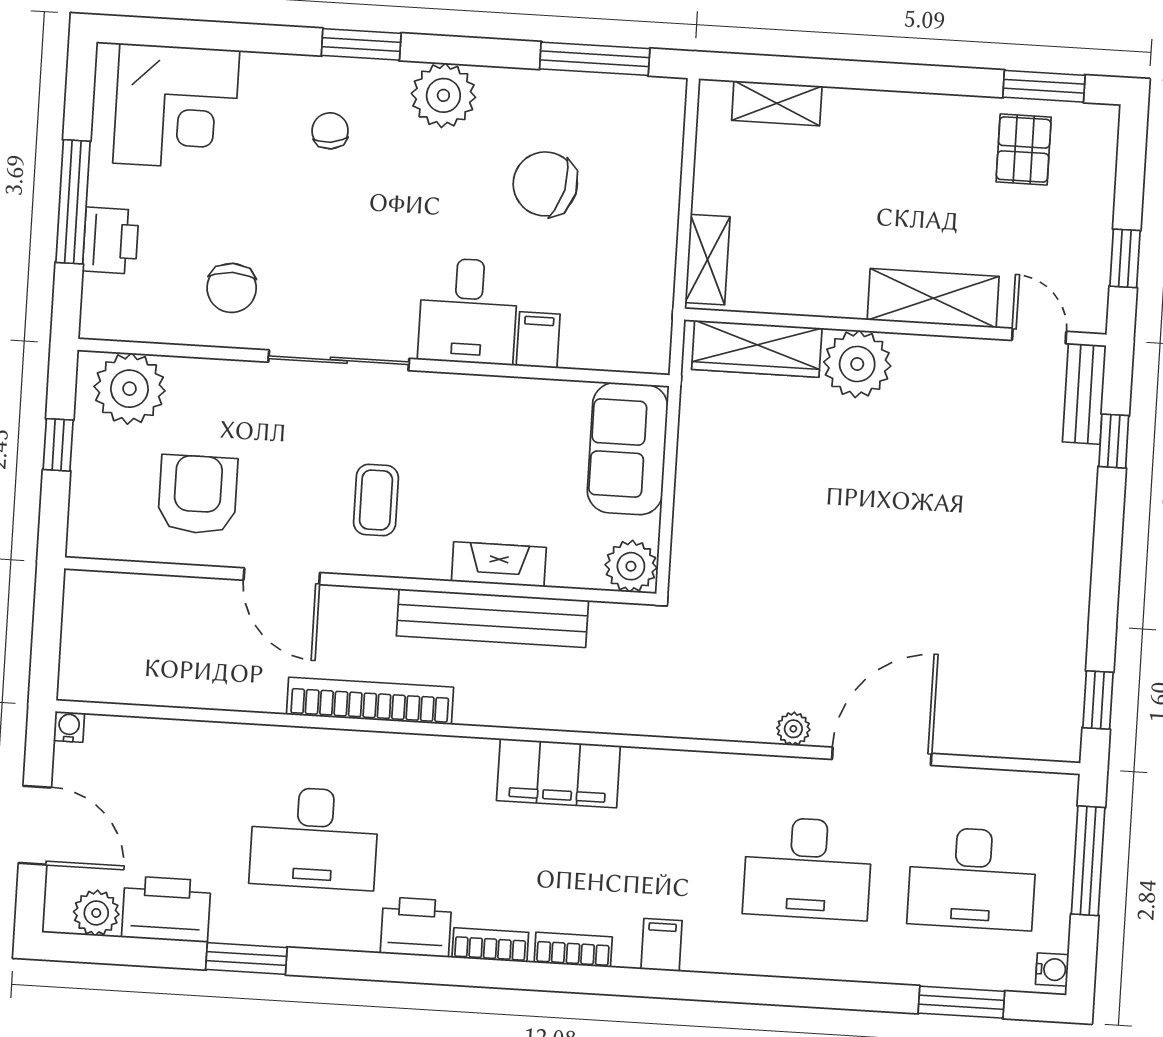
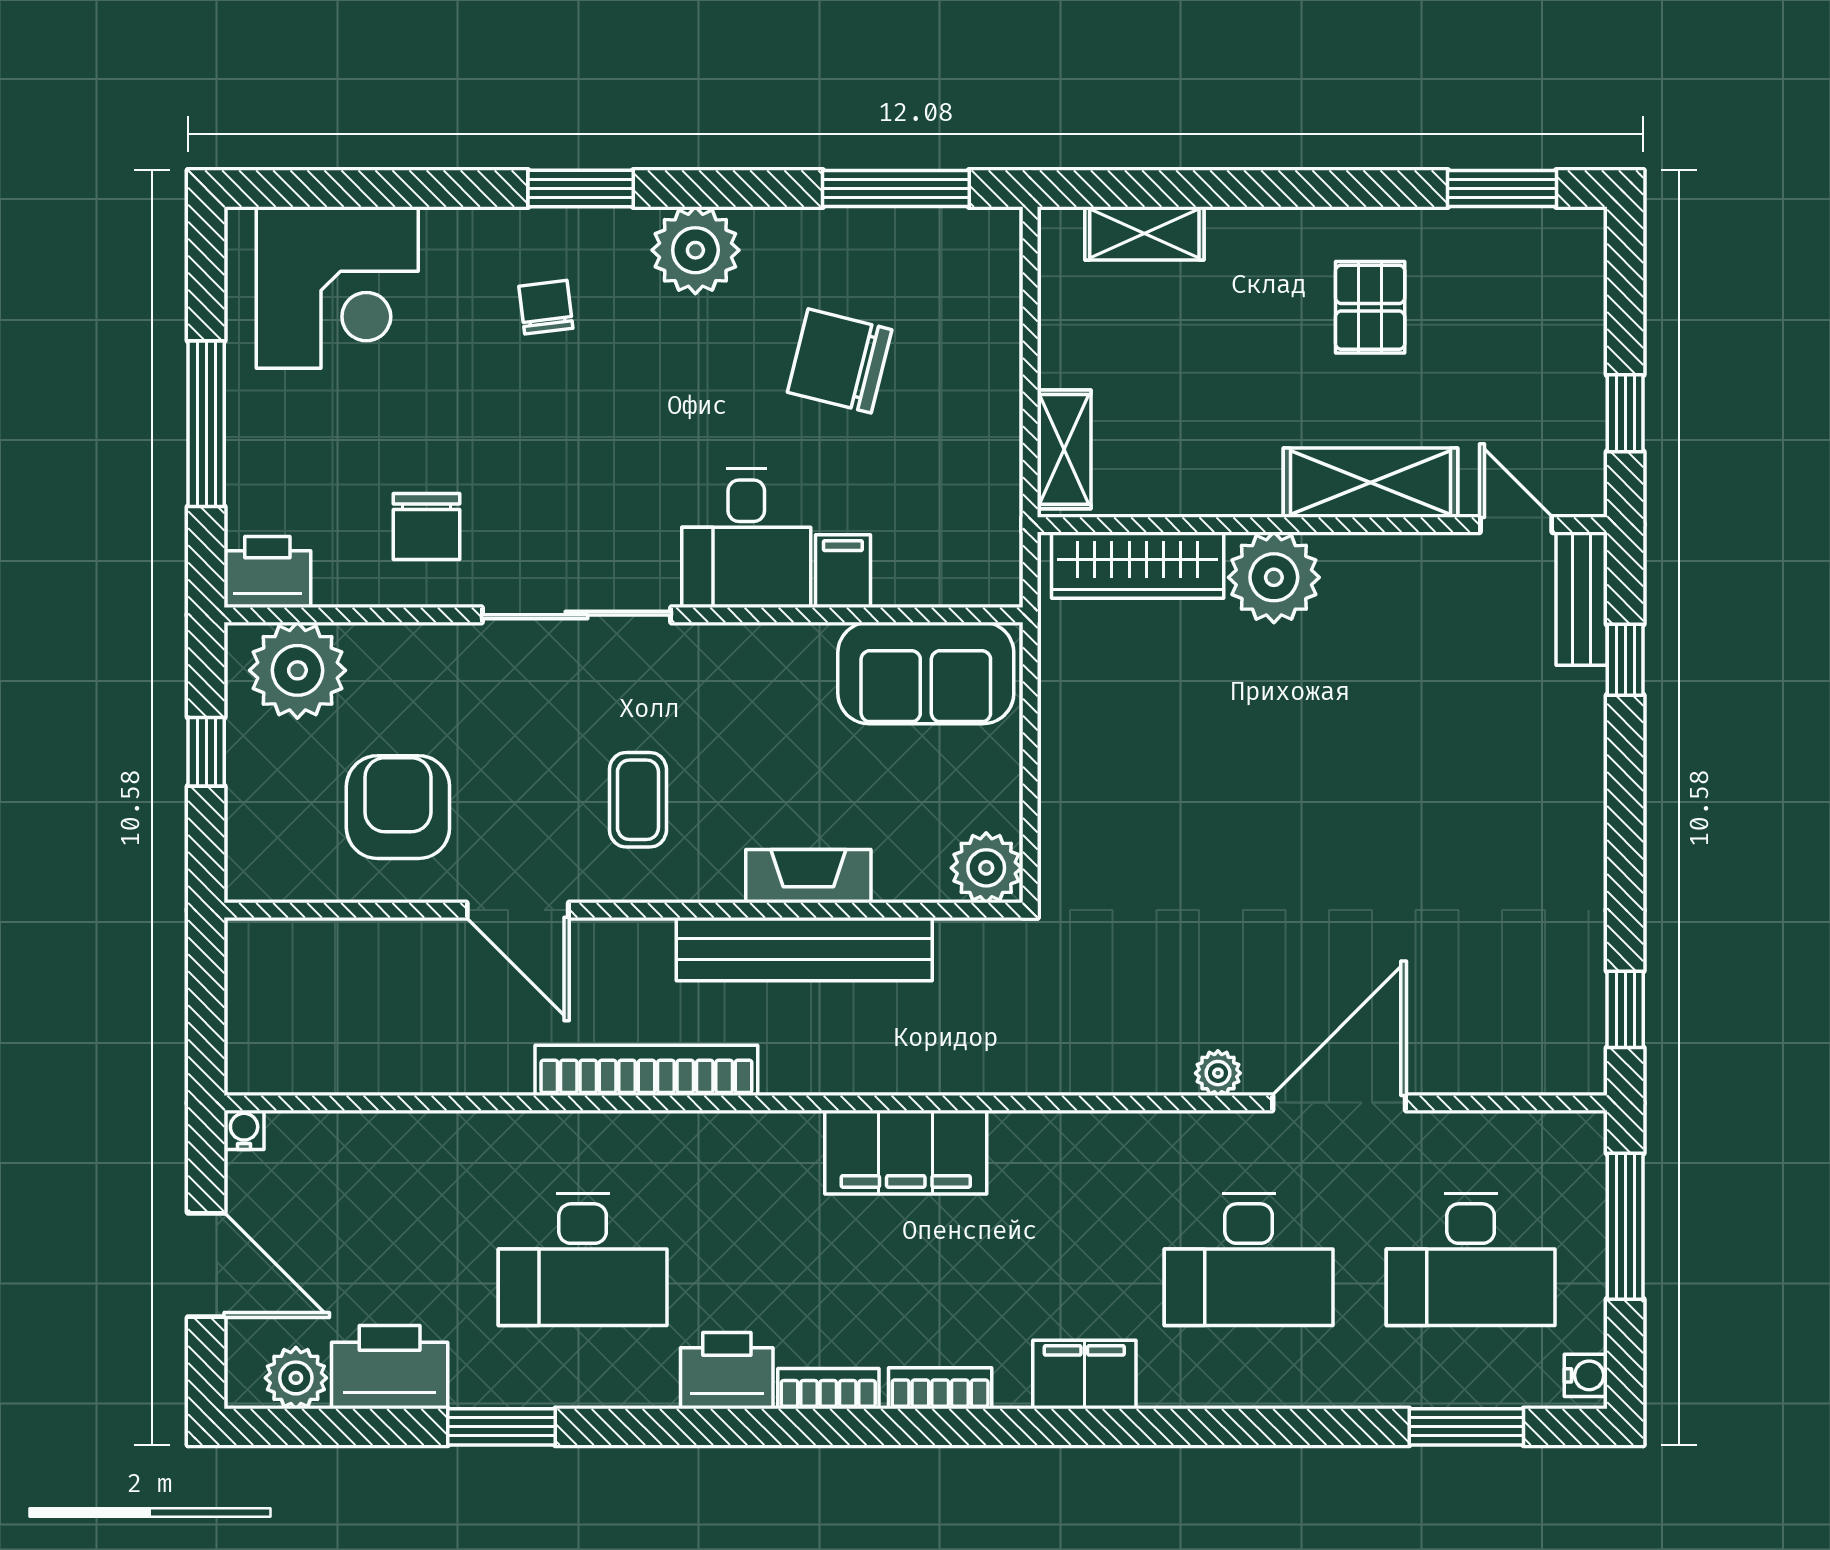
pallet: (1024, 149) -> (1370, 307), moved
printer: (111, 241) -> (267, 572), moved, turned -90
sofa: (628, 449) -> (926, 673), moved, turned -90
filing cabinet: (662, 945) -> (1084, 1374), width x2.00

